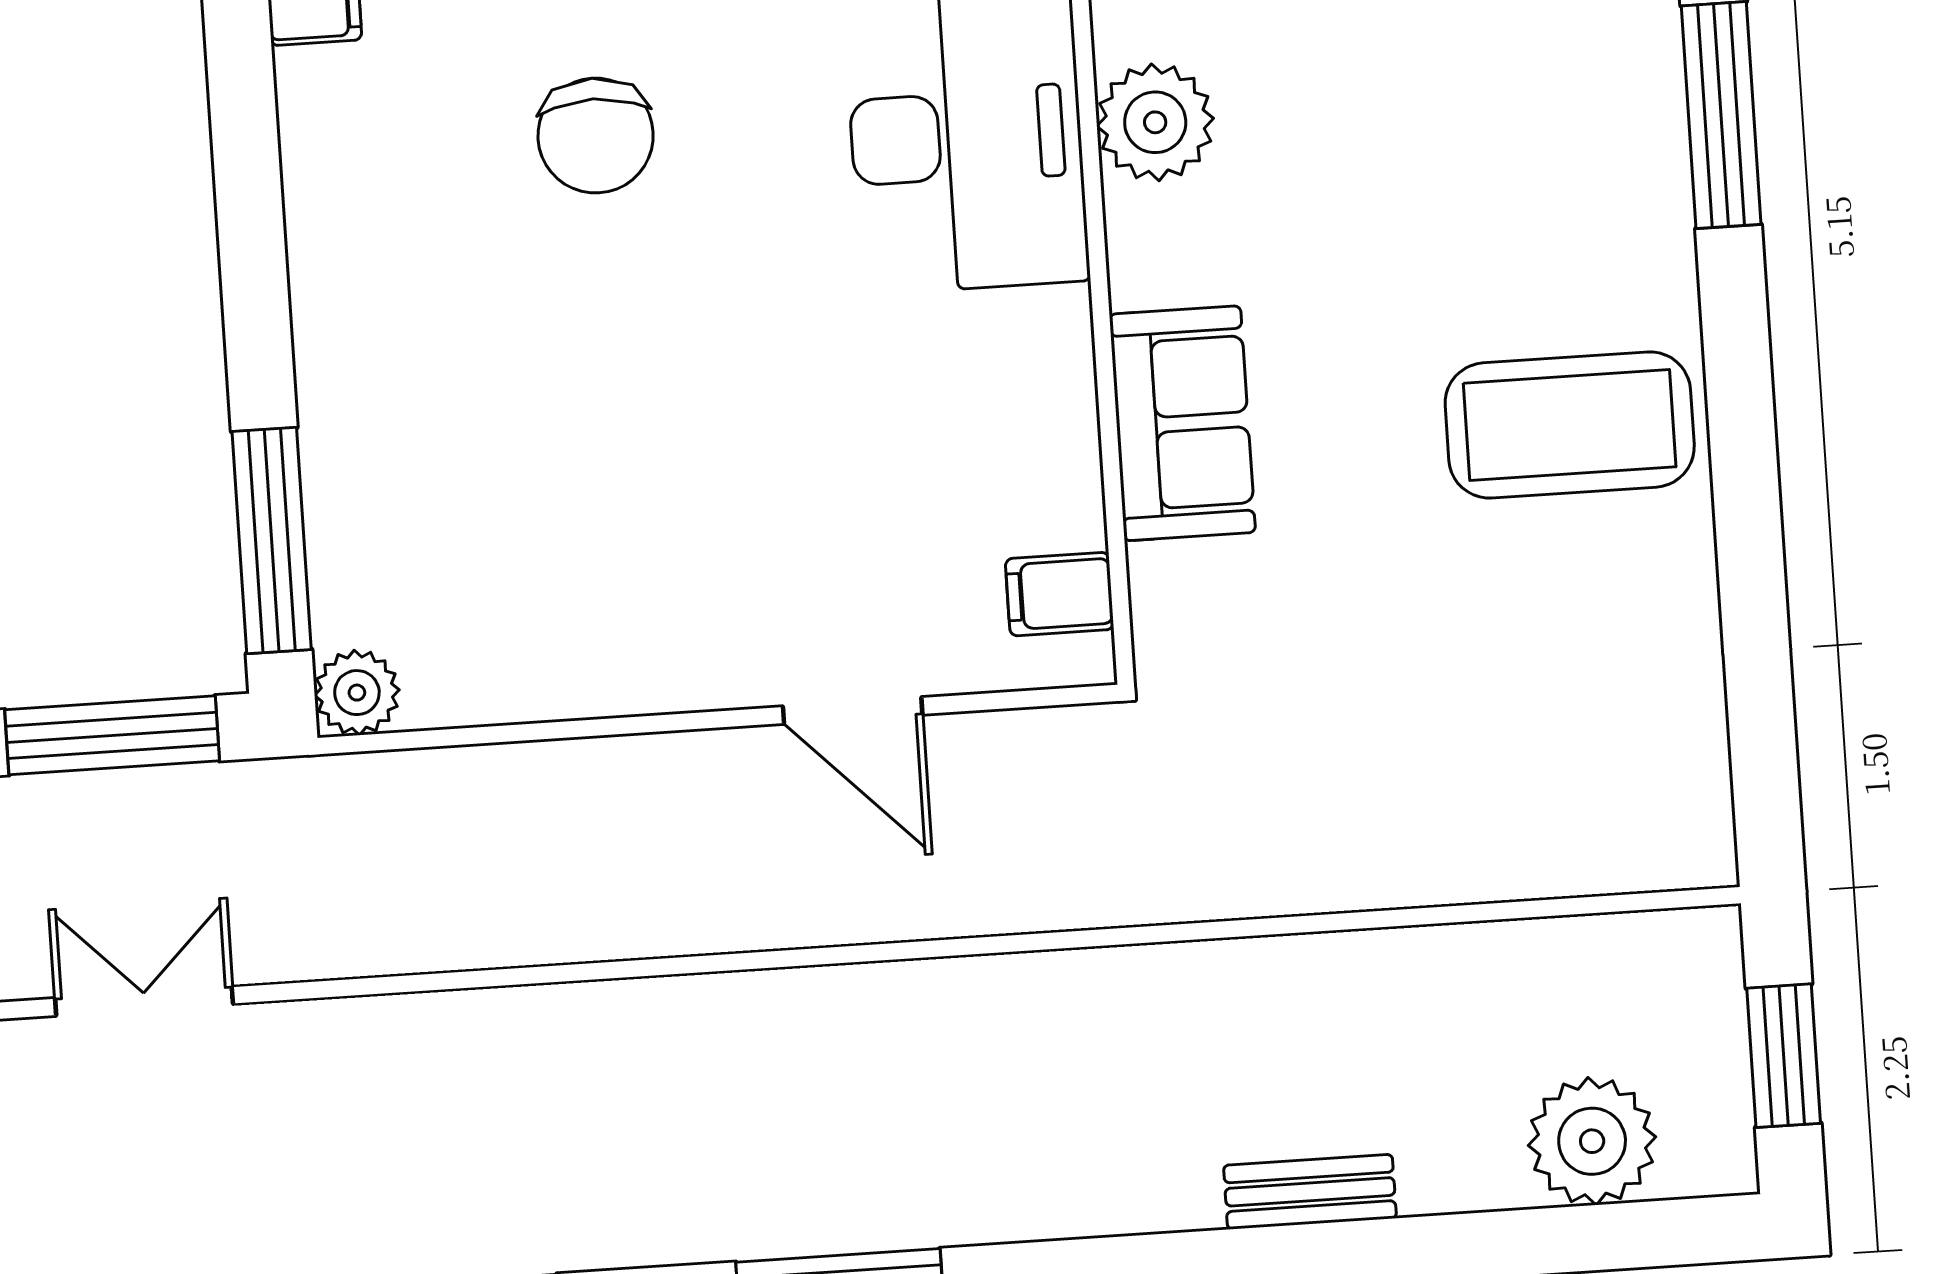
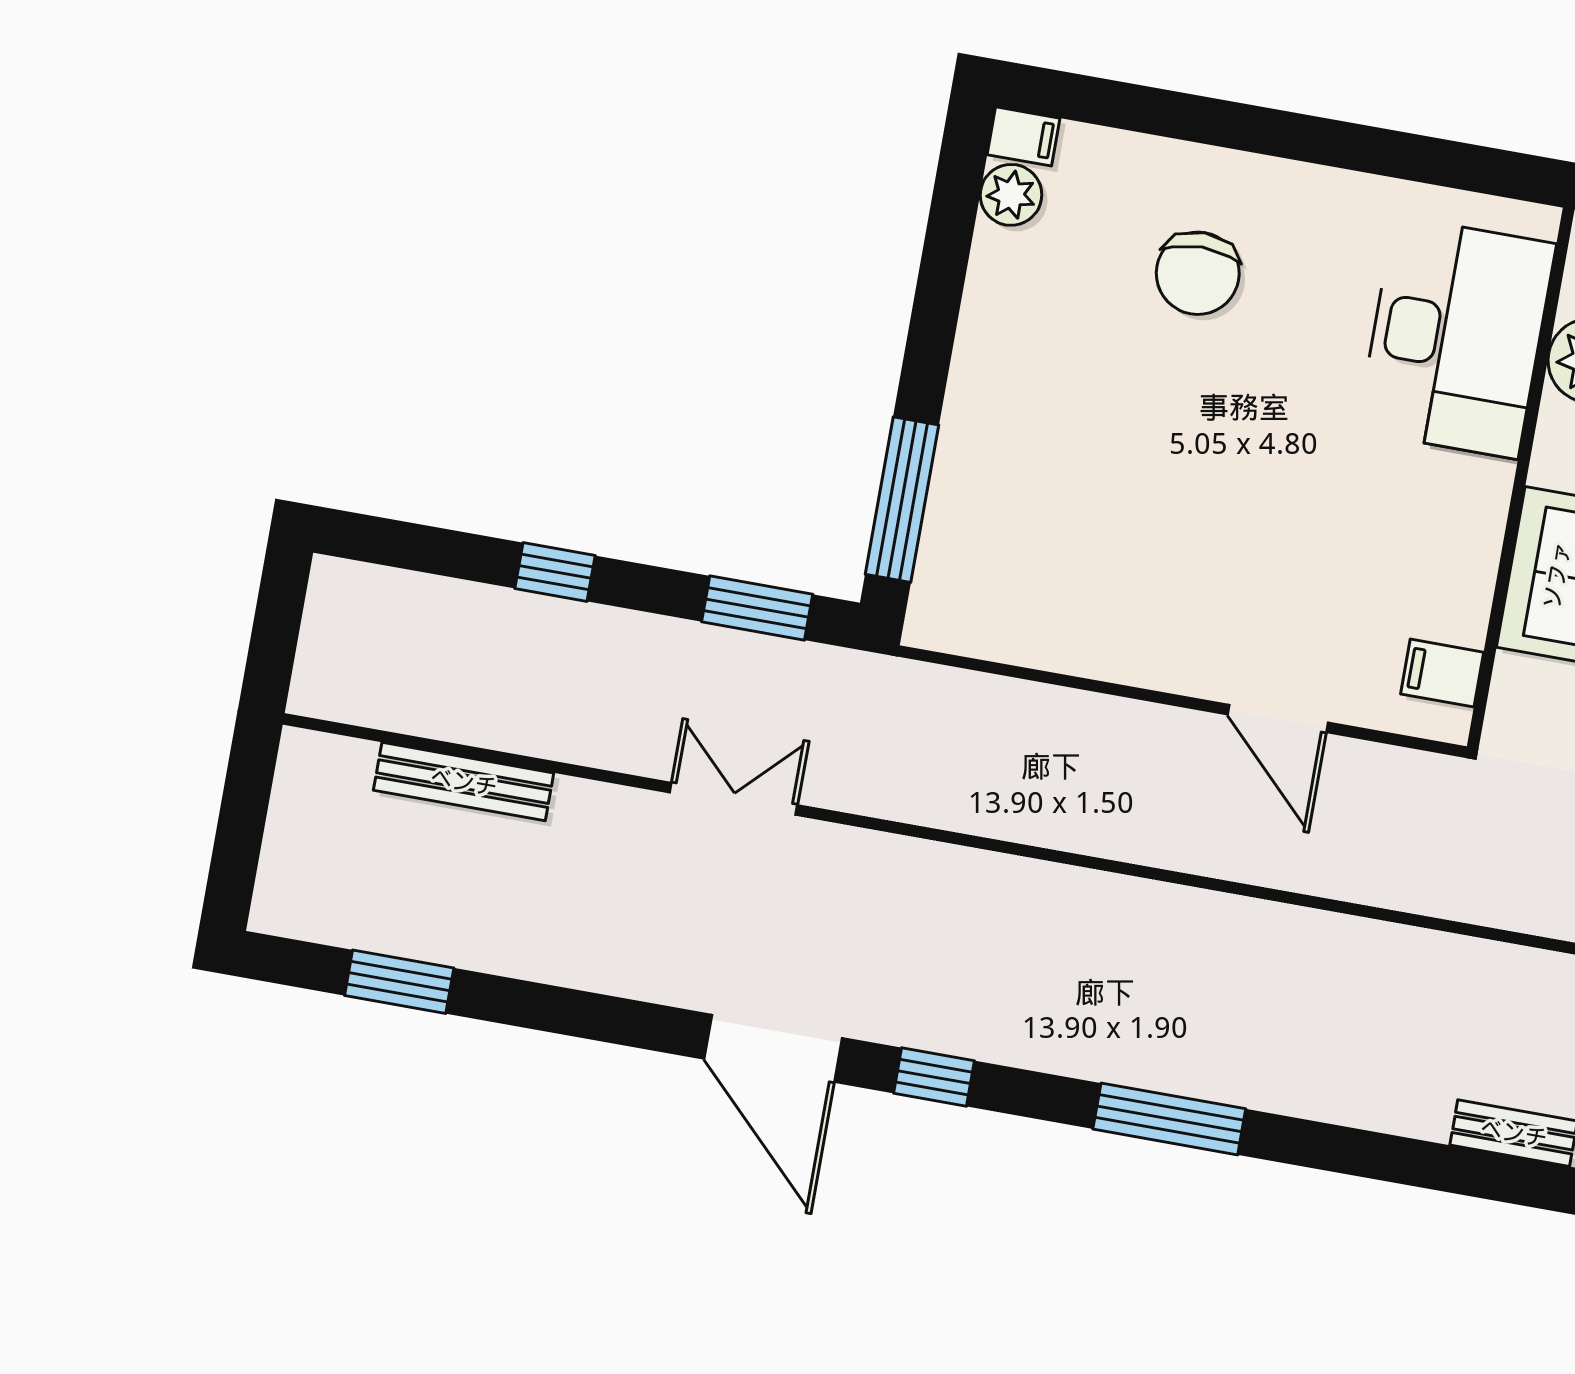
plant: (357, 693) -> (1011, 195), moved
window: (112, 735) -> (757, 608), width x0.69

